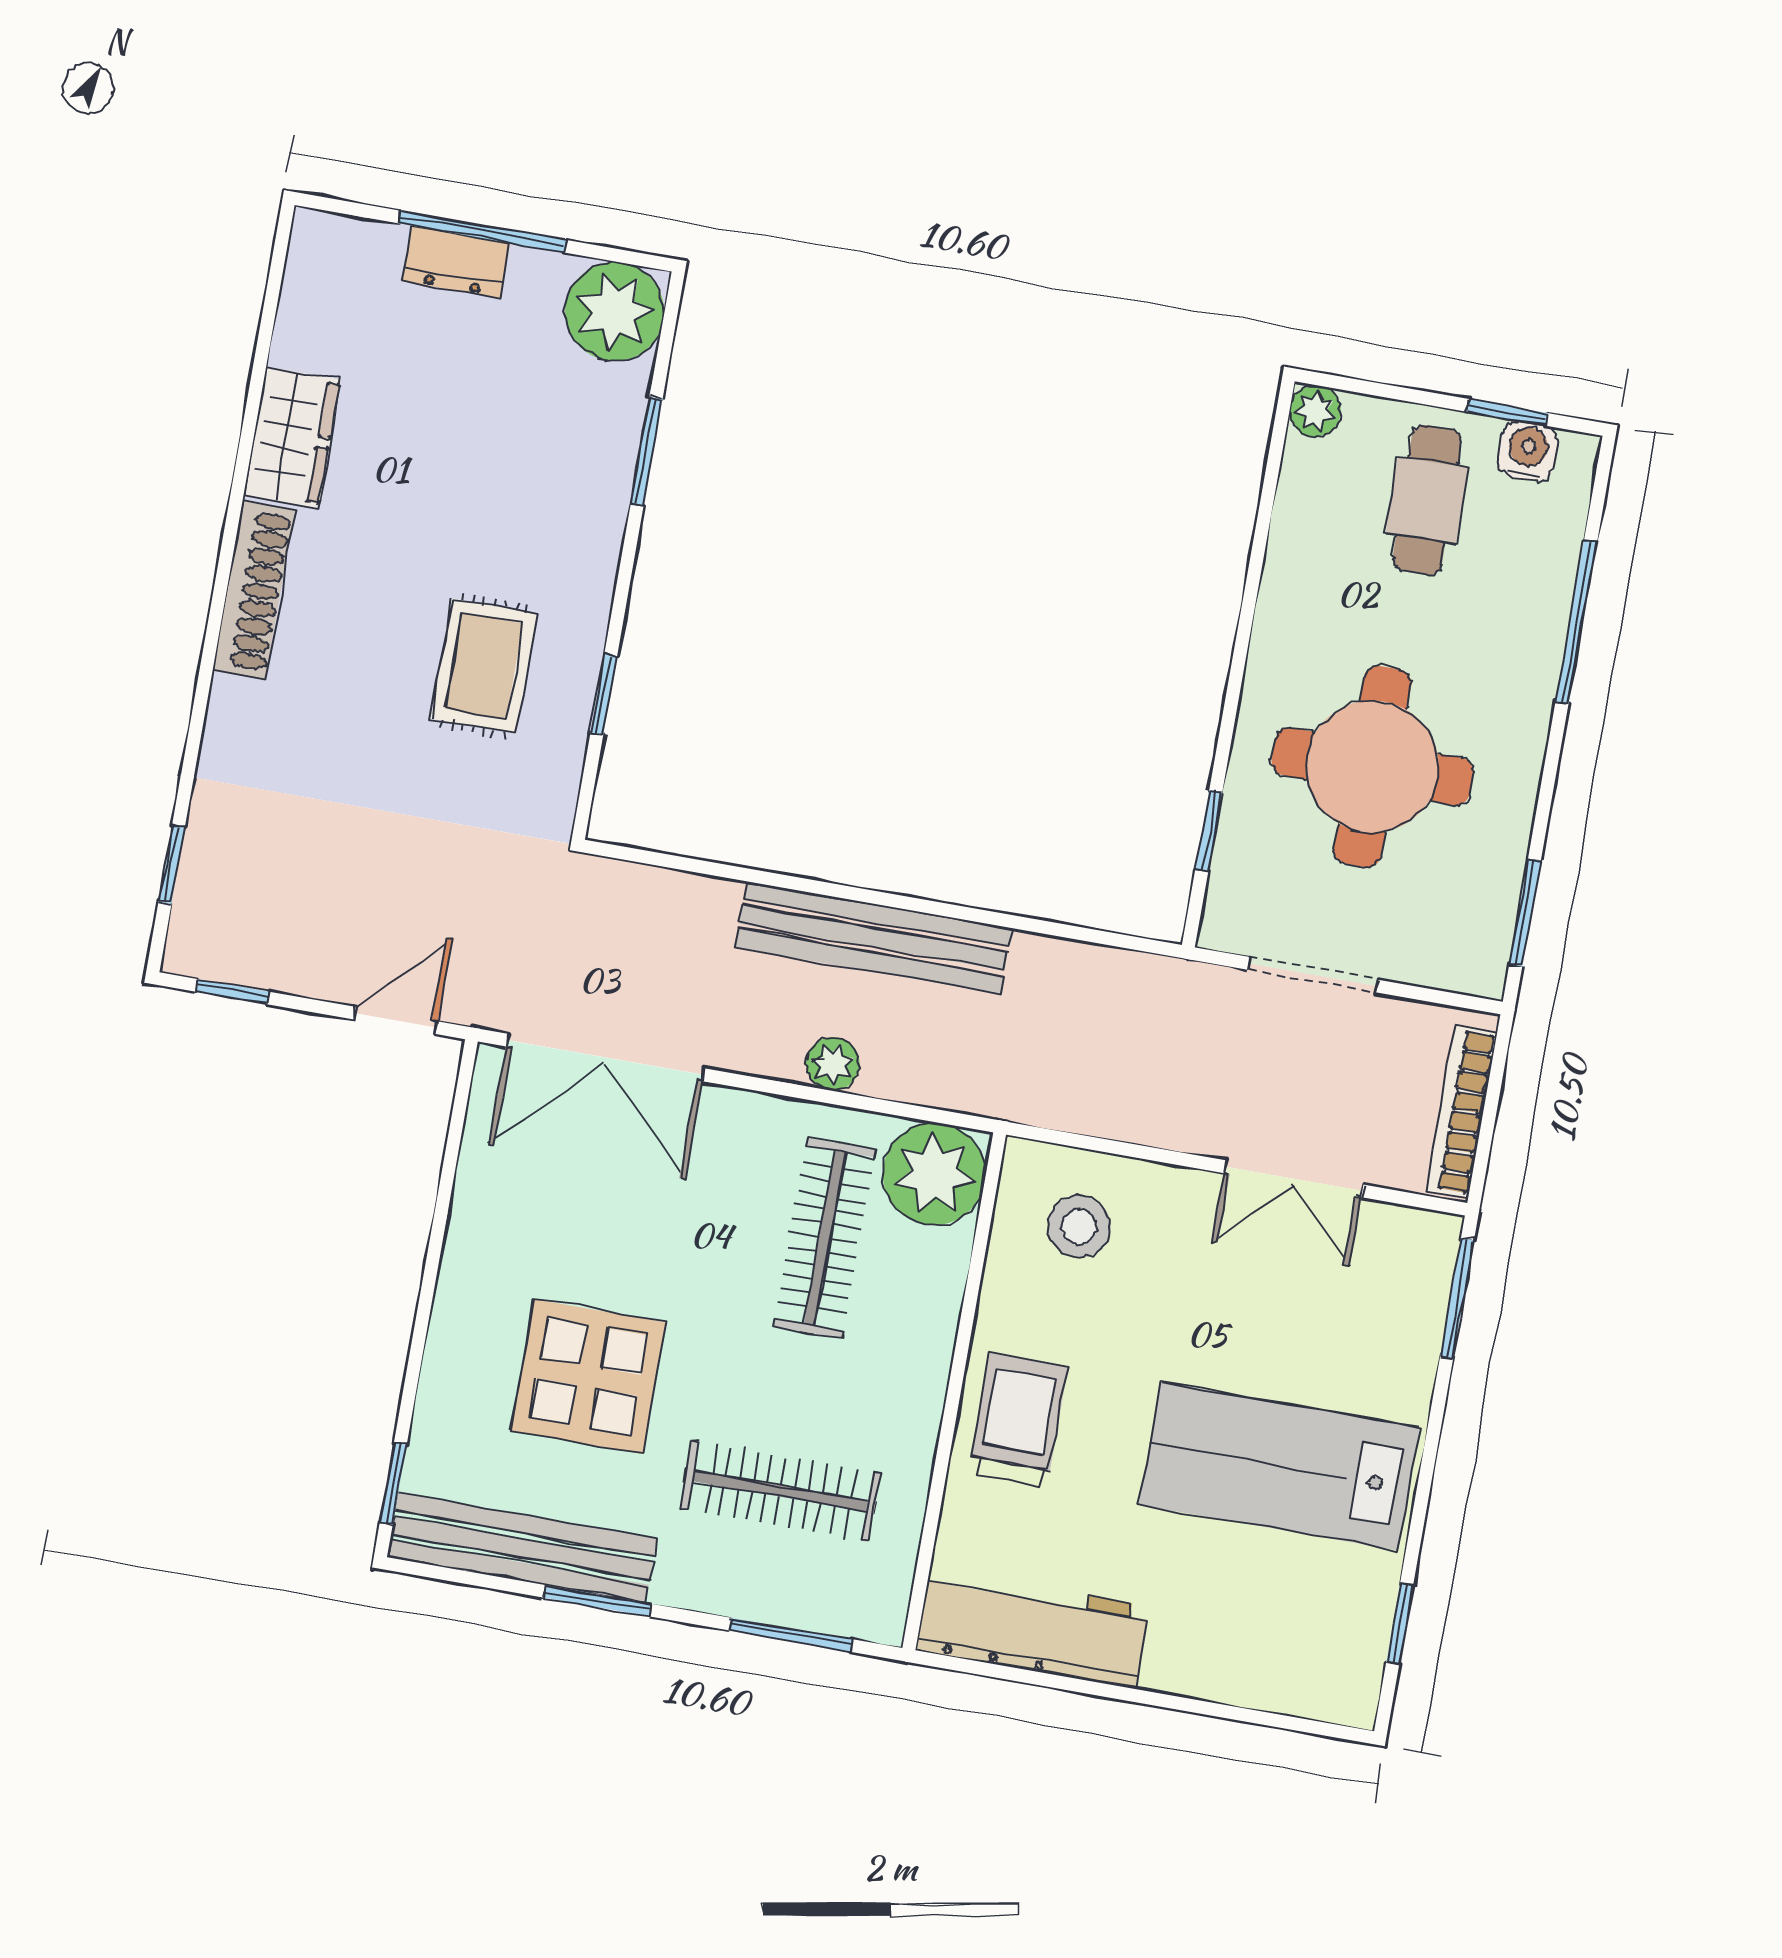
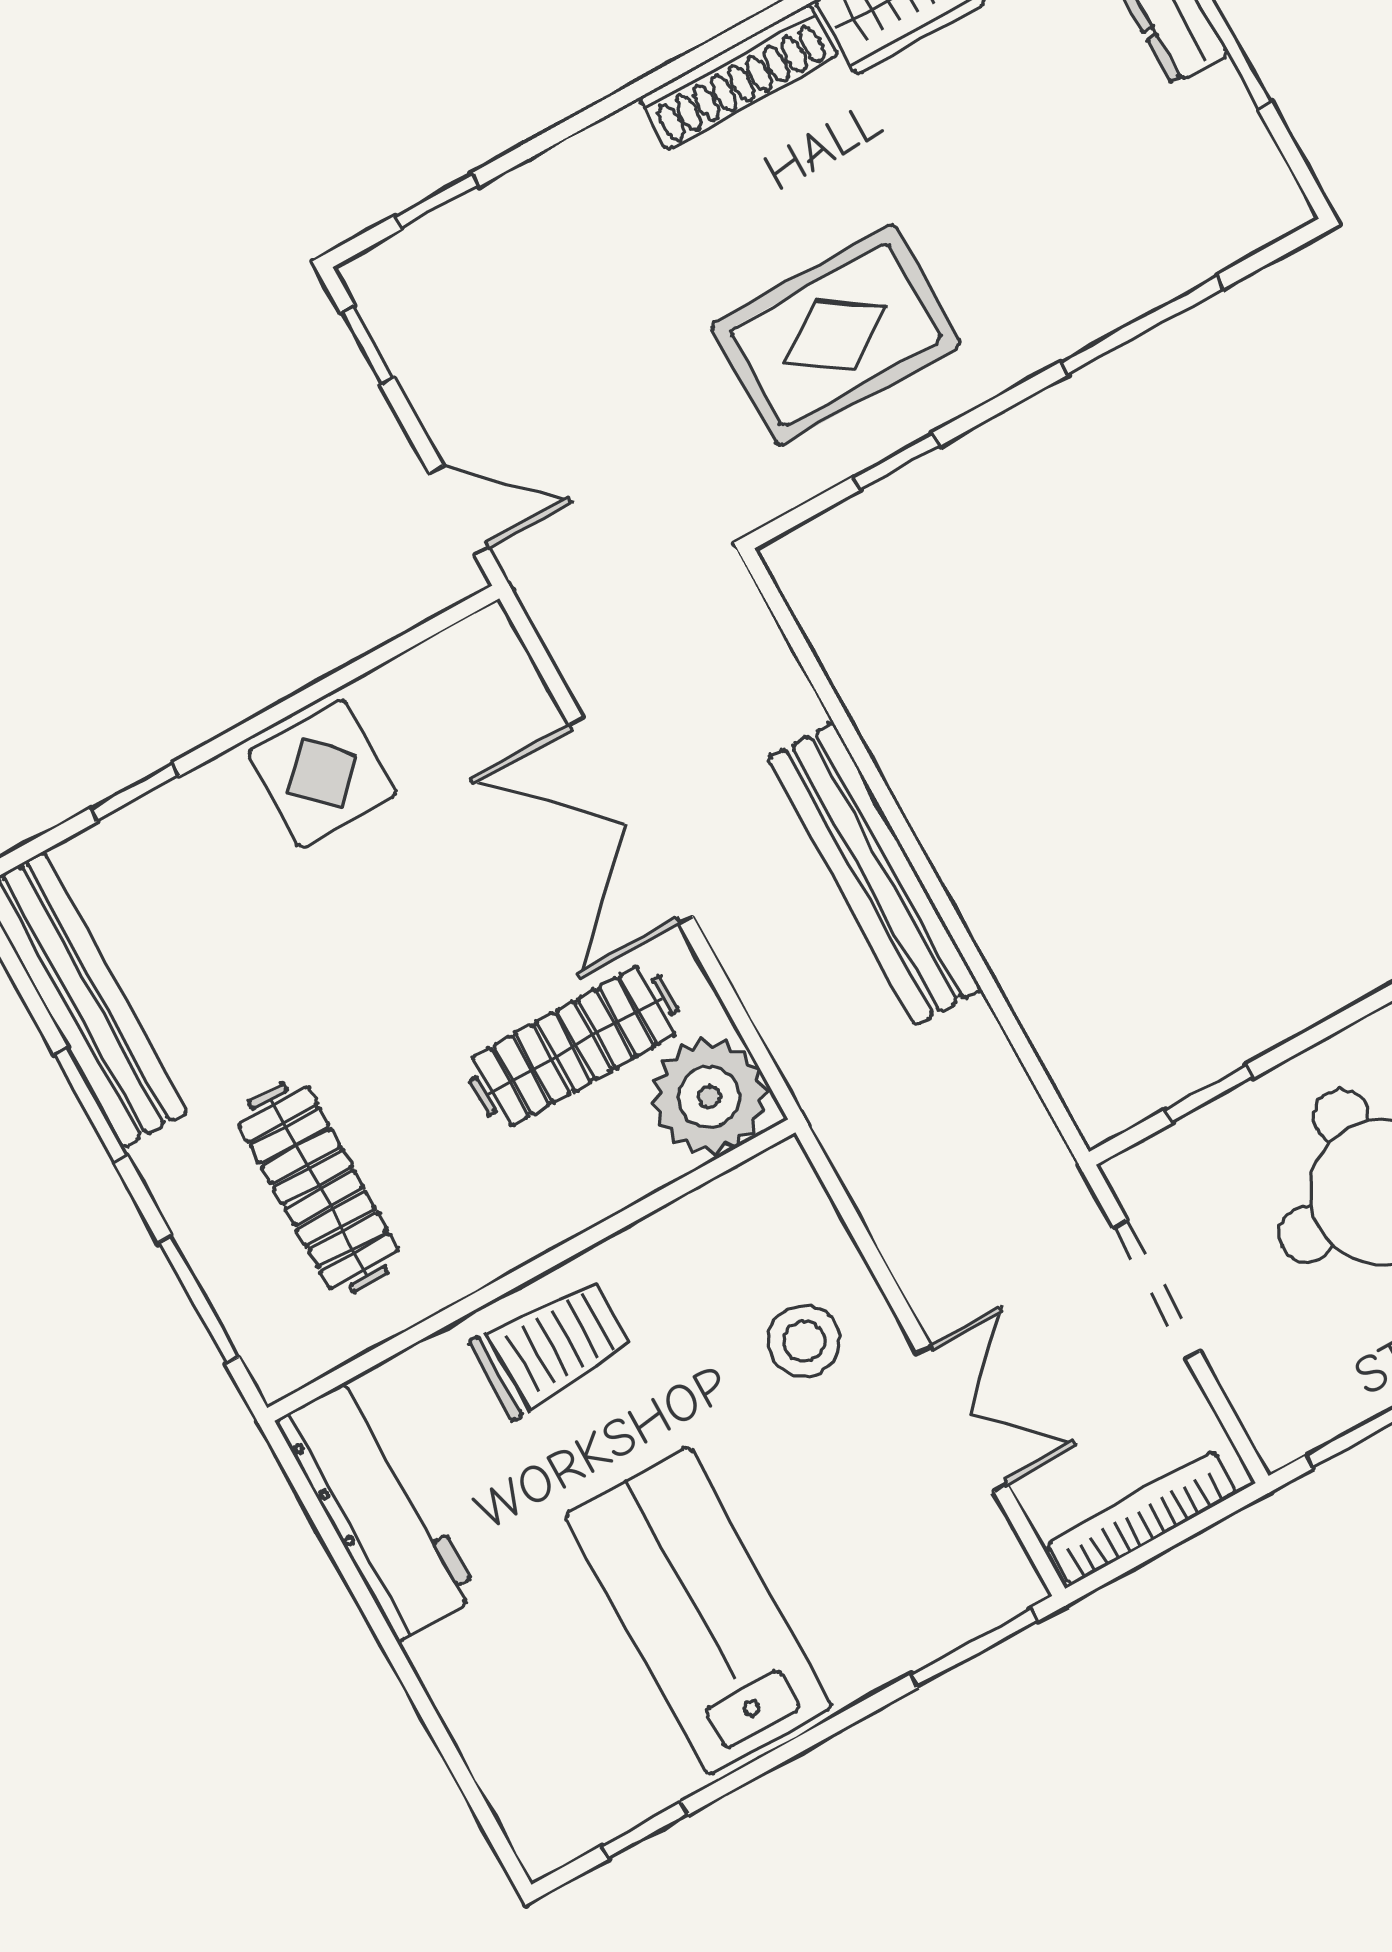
plant: (615, 312) -> (1243, 197), removed
window: (647, 452) -> (1142, 325), width x1.44
rug: (484, 666) -> (836, 335), width x1.36, depth x1.43
double door: (605, 1057) -> (631, 820), moved
plant: (833, 1064) -> (734, 928), removed
double door: (1294, 1179) -> (962, 1418), swing flipped
stool: (1079, 1226) -> (804, 1341), moved
display table: (589, 1377) -> (322, 774), moved, width x0.73, depth x0.73
window: (393, 1483) -> (135, 792), moved

